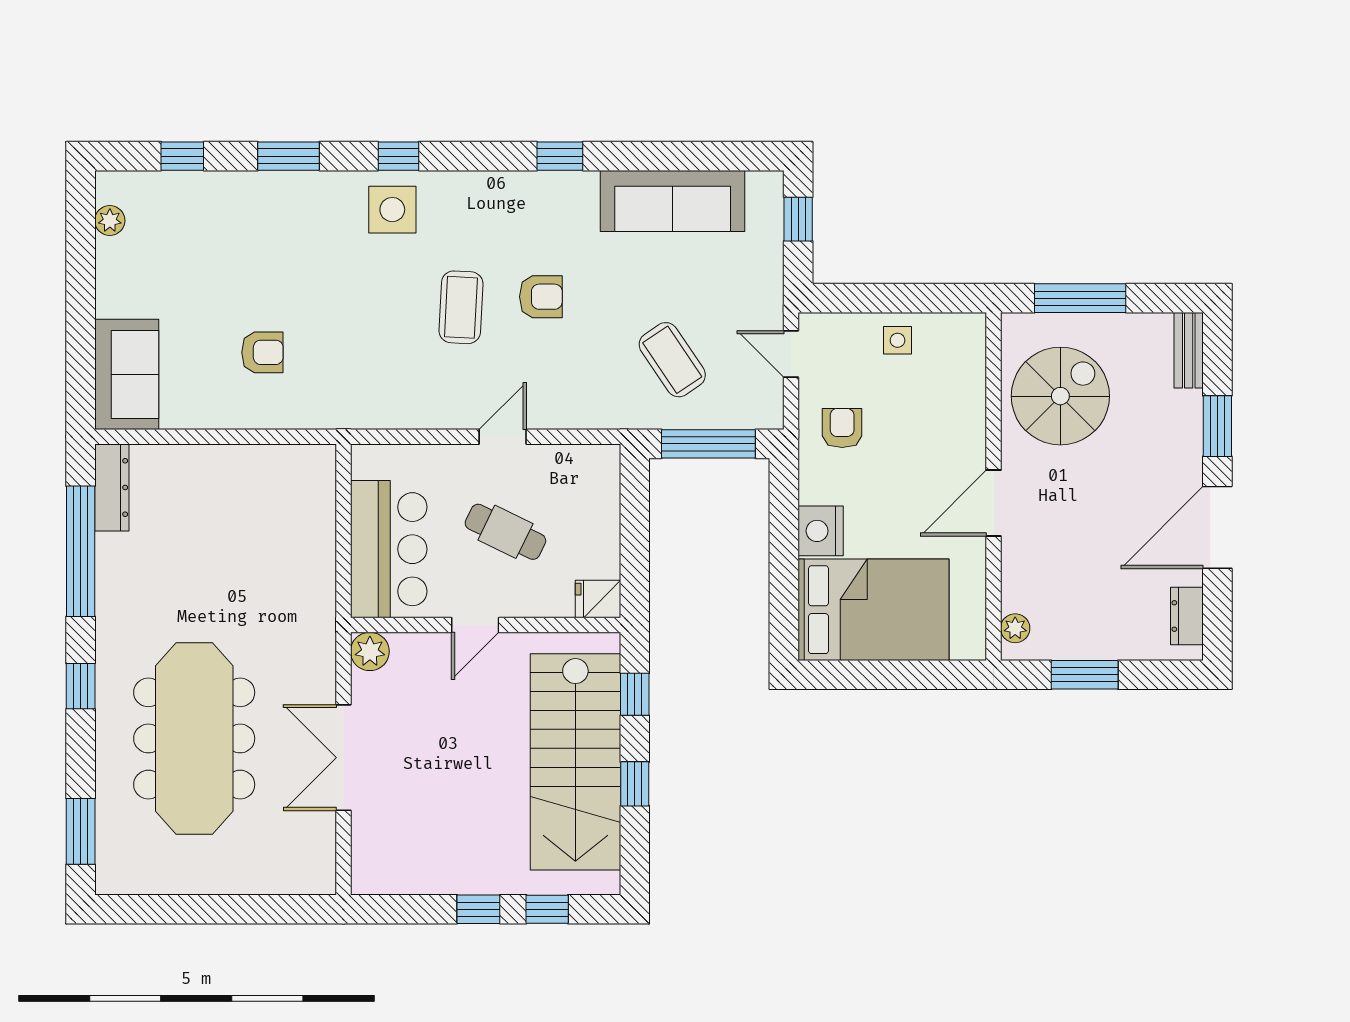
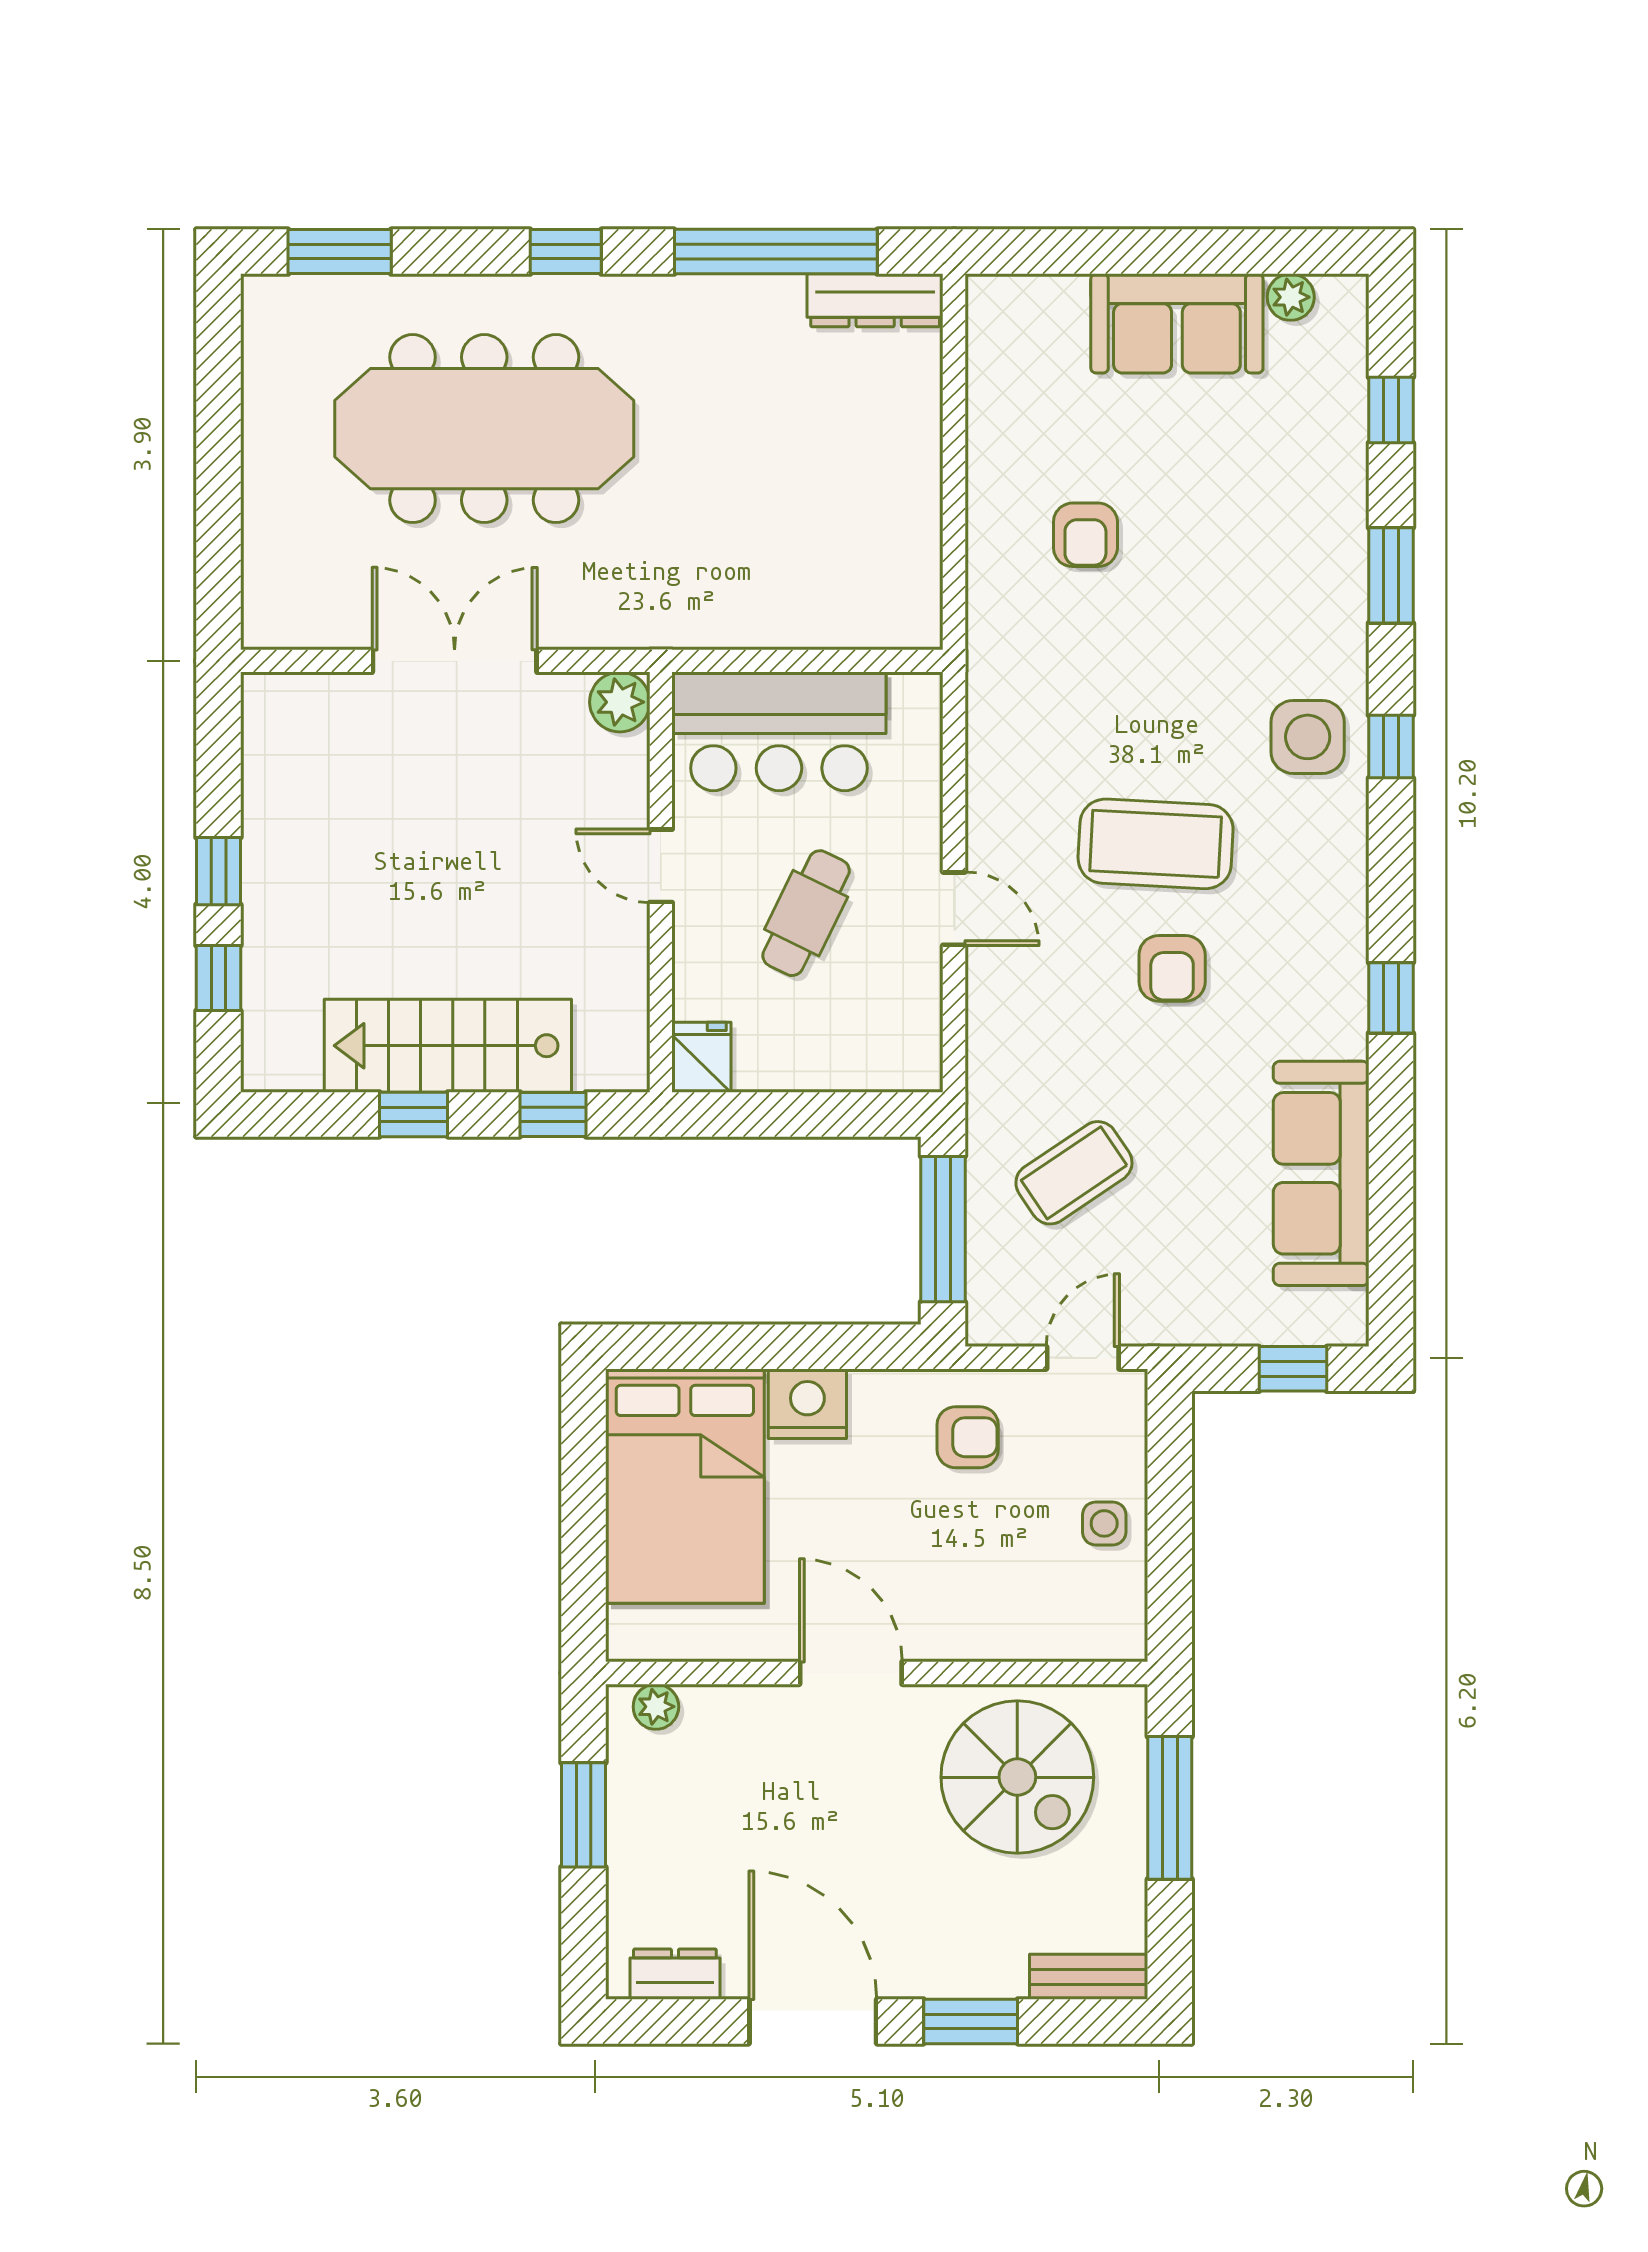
coffee table: (461, 307) -> (1156, 844), width x1.36, depth x1.32
sofa: (127, 374) -> (1177, 323), moved
stairs: (575, 762) -> (448, 1046), width x0.73, depth x0.66

